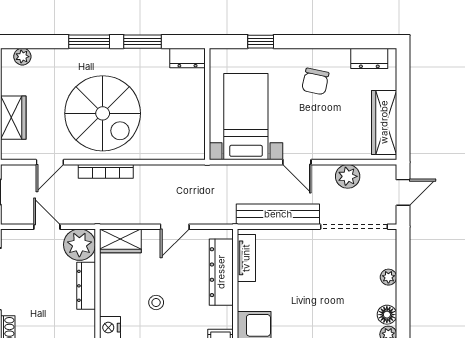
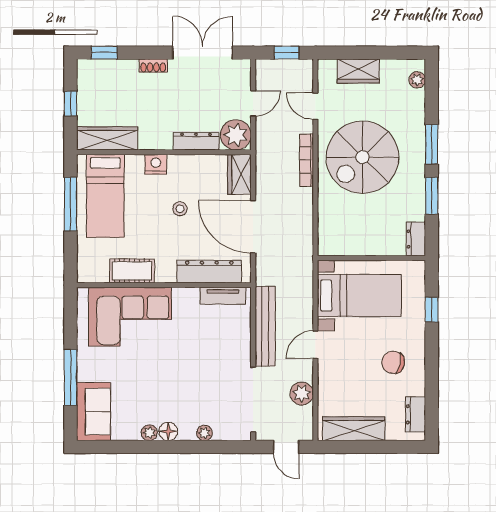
door: (175, 227) -> (253, 227), width x1.87

